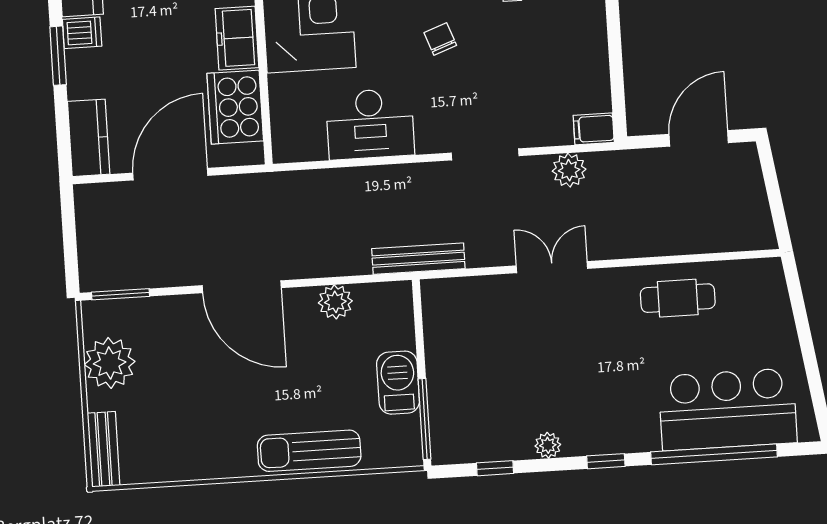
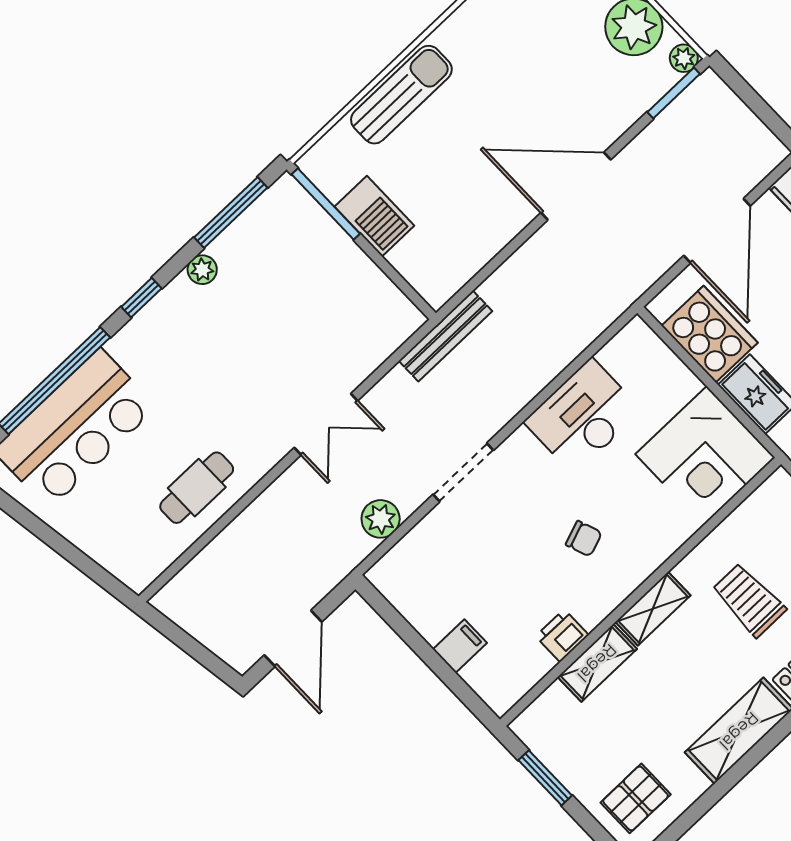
filing cabinet: (594, 129) -> (460, 646), moved
plant: (335, 302) -> (684, 58), moved, width x0.73, depth x0.73
window: (495, 468) -> (231, 213), width x2.17

